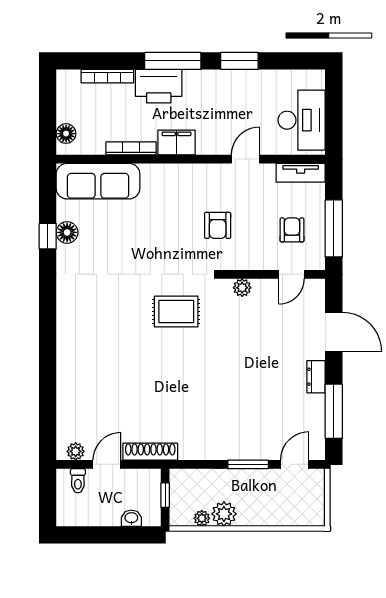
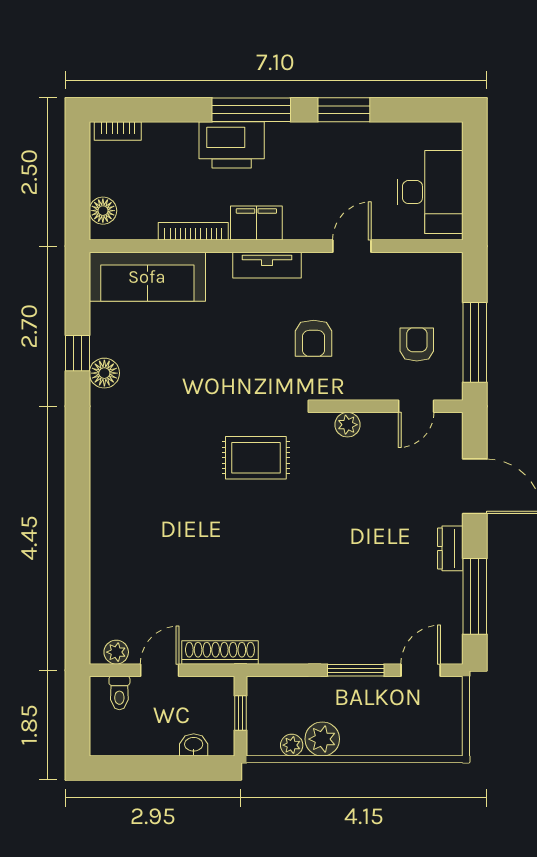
bookcase: (107, 76) -> (118, 131), moved, width x0.64
tv unit: (301, 173) -> (267, 265), moved
floor lamp: (67, 232) -> (104, 373), moved

